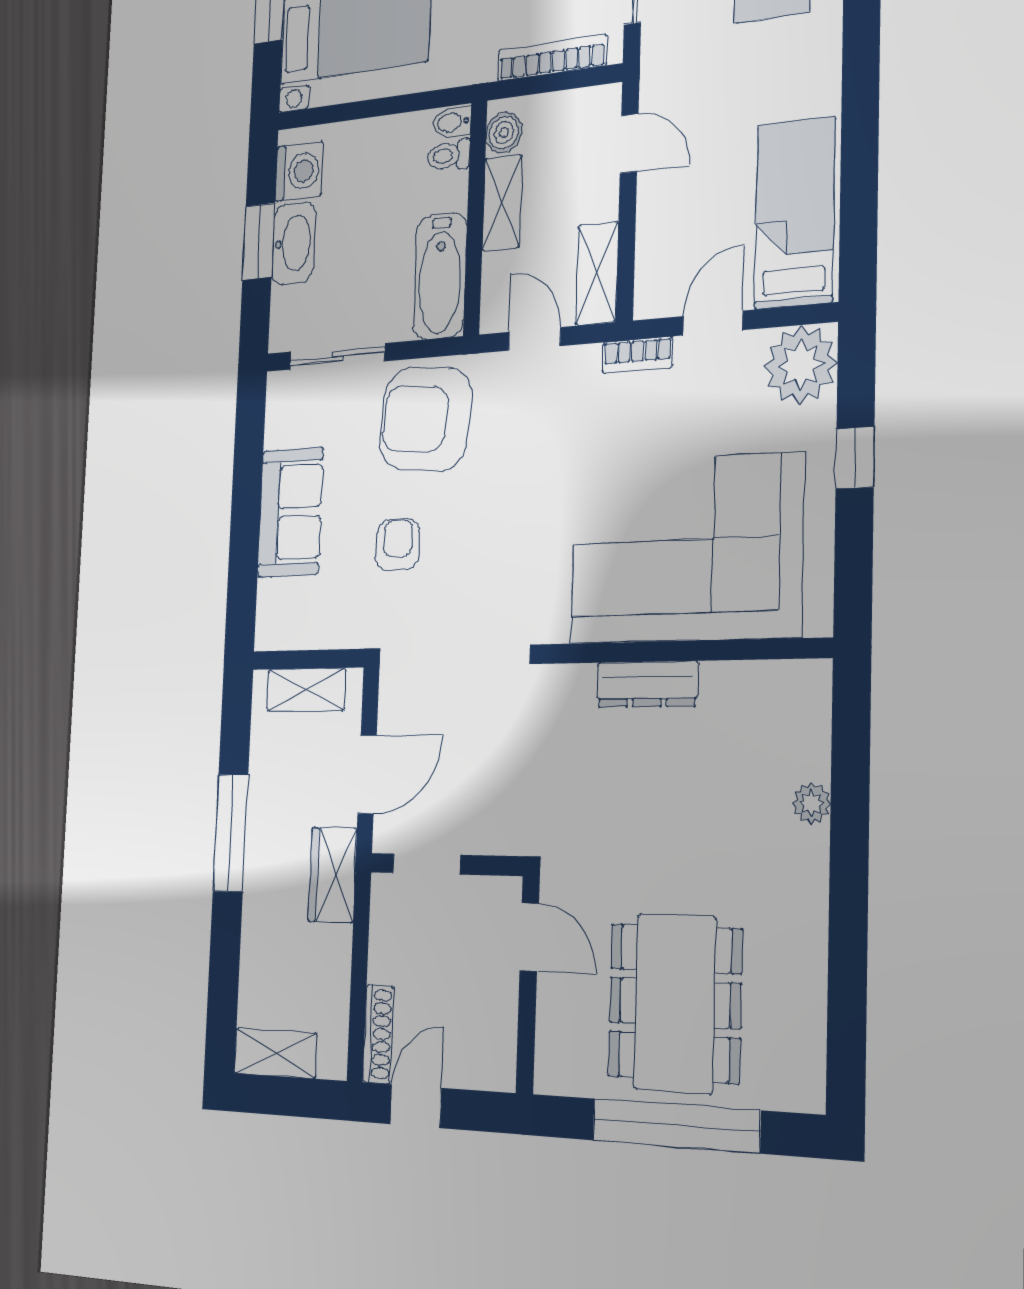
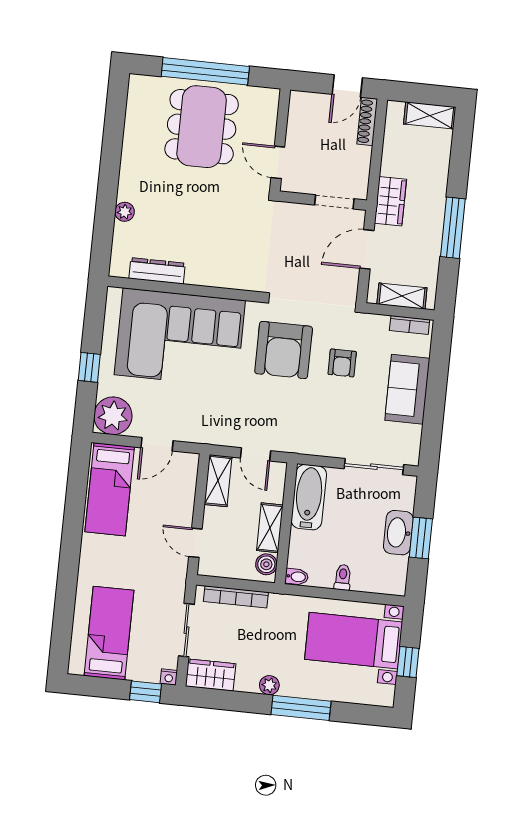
toilet: (449, 155) -> (343, 577), moved, turned -90
washing machine: (299, 171) -> (393, 571), removed
bookcase: (637, 355) -> (410, 325), moved, turned 180
armchair: (425, 419) -> (284, 350), moved, turned 85
dresser: (647, 684) -> (157, 271), moved

